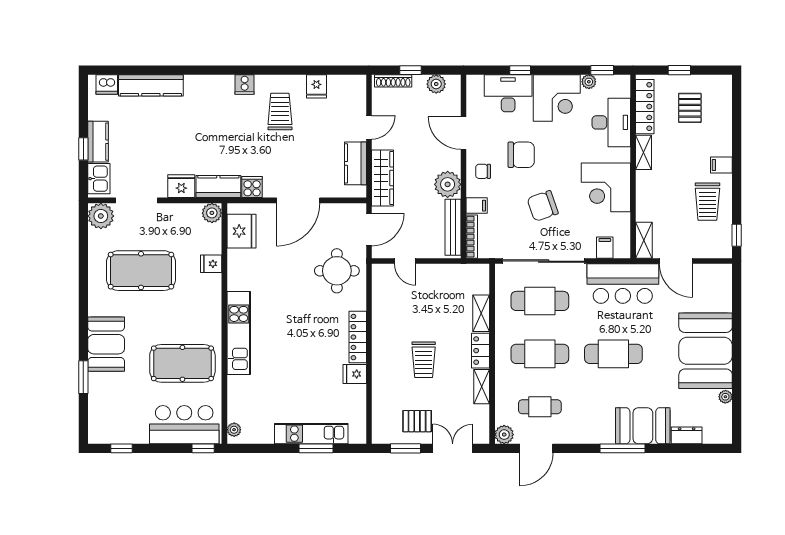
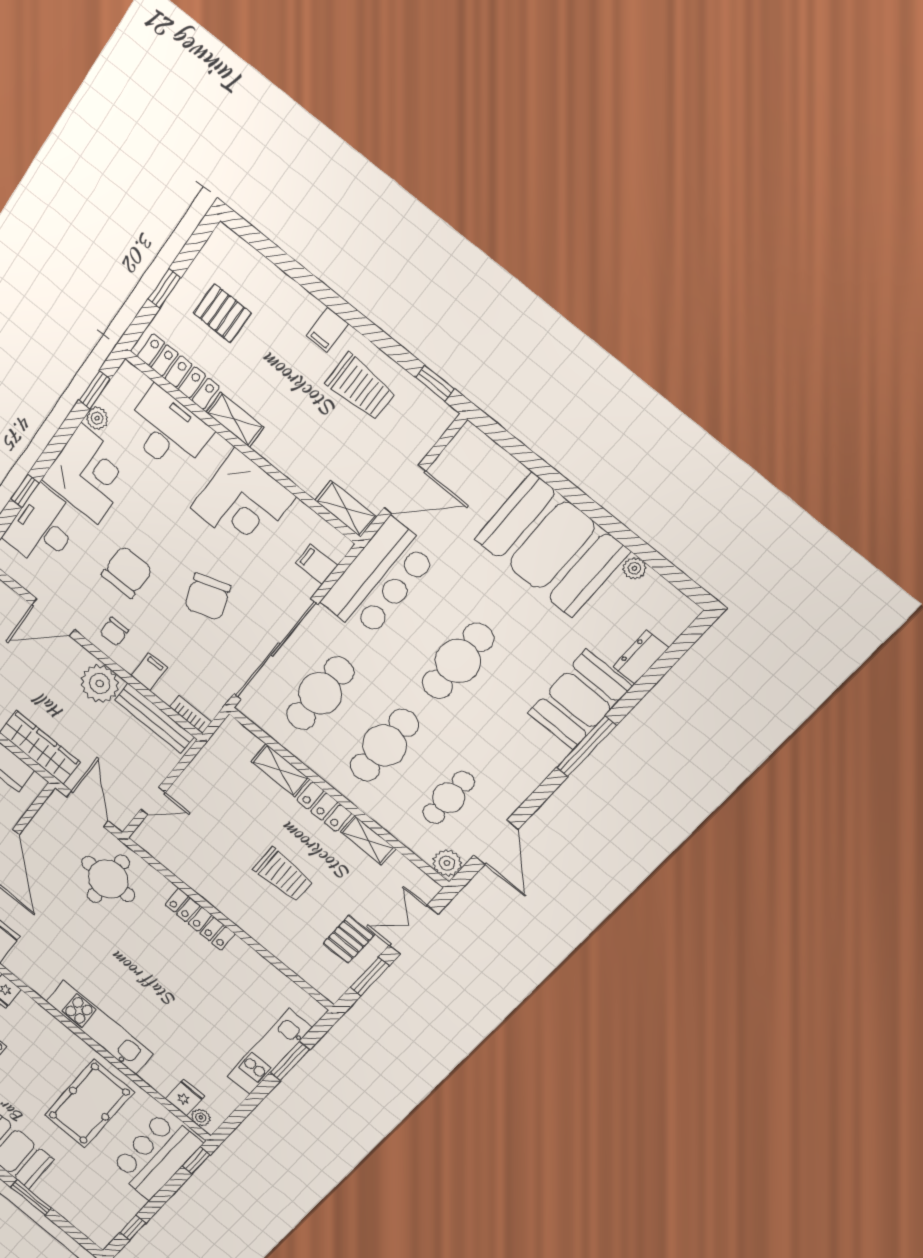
bookcase: (472, 237) -> (191, 714), width x0.64
fridge: (355, 374) -> (185, 1097), moved, turned 180

